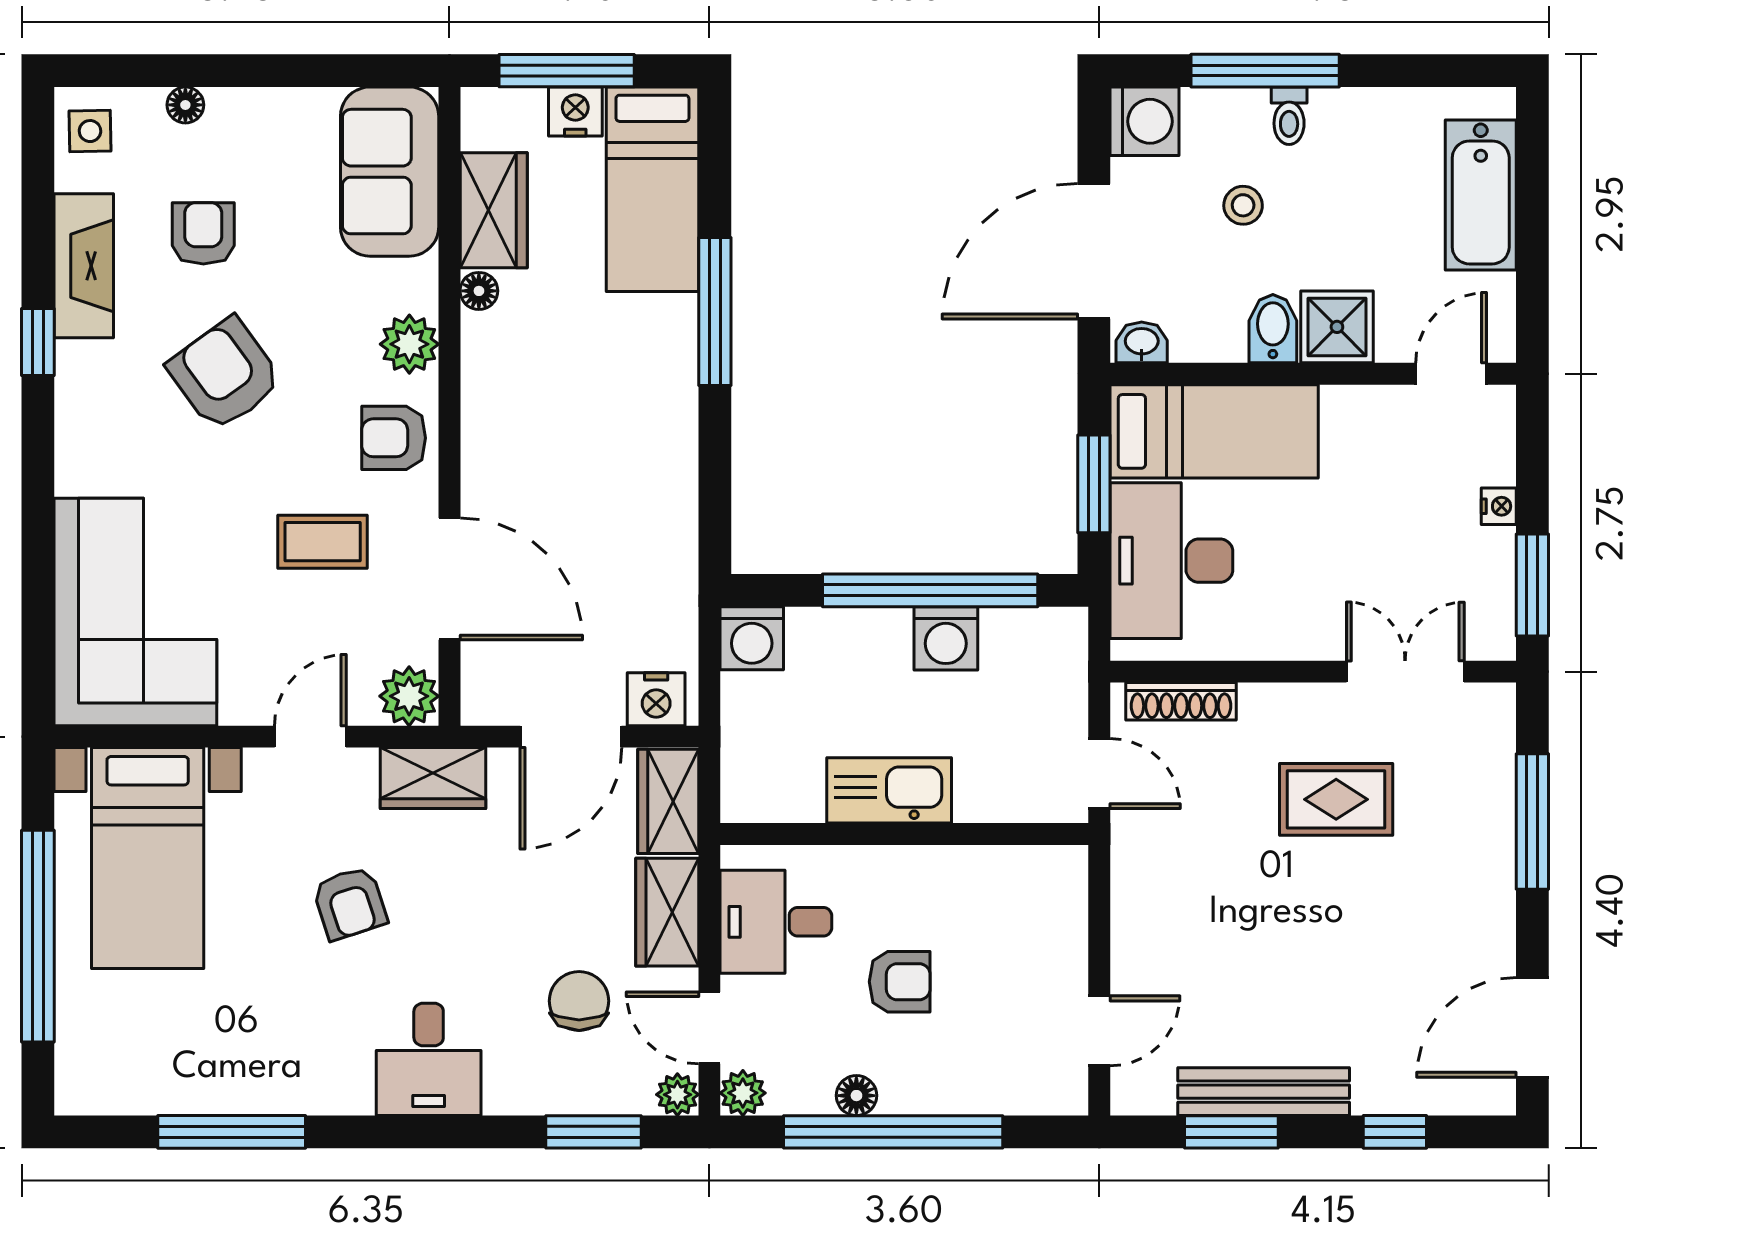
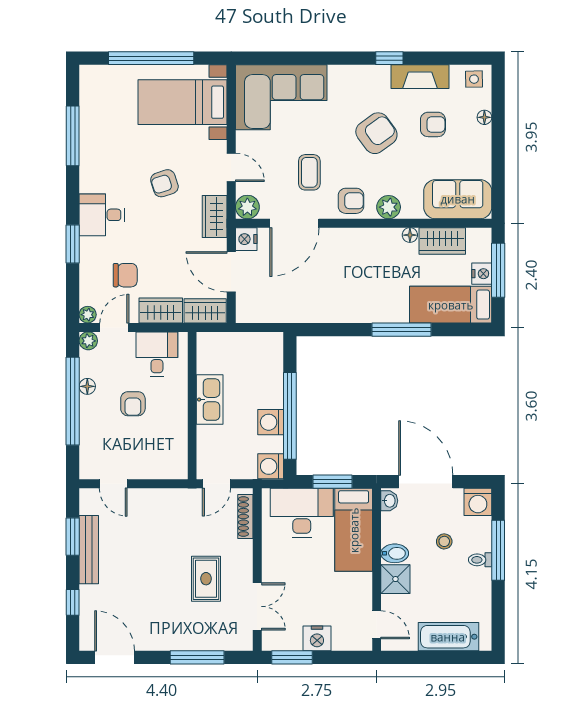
armchair: (394, 438) -> (351, 201), turned 90
nightstand: (1499, 506) -> (317, 638), width x1.89, depth x1.79
washing machine: (752, 638) -> (271, 466), moved
nightstand: (656, 699) -> (246, 239), moved
window: (594, 1132) -> (73, 244), moved

